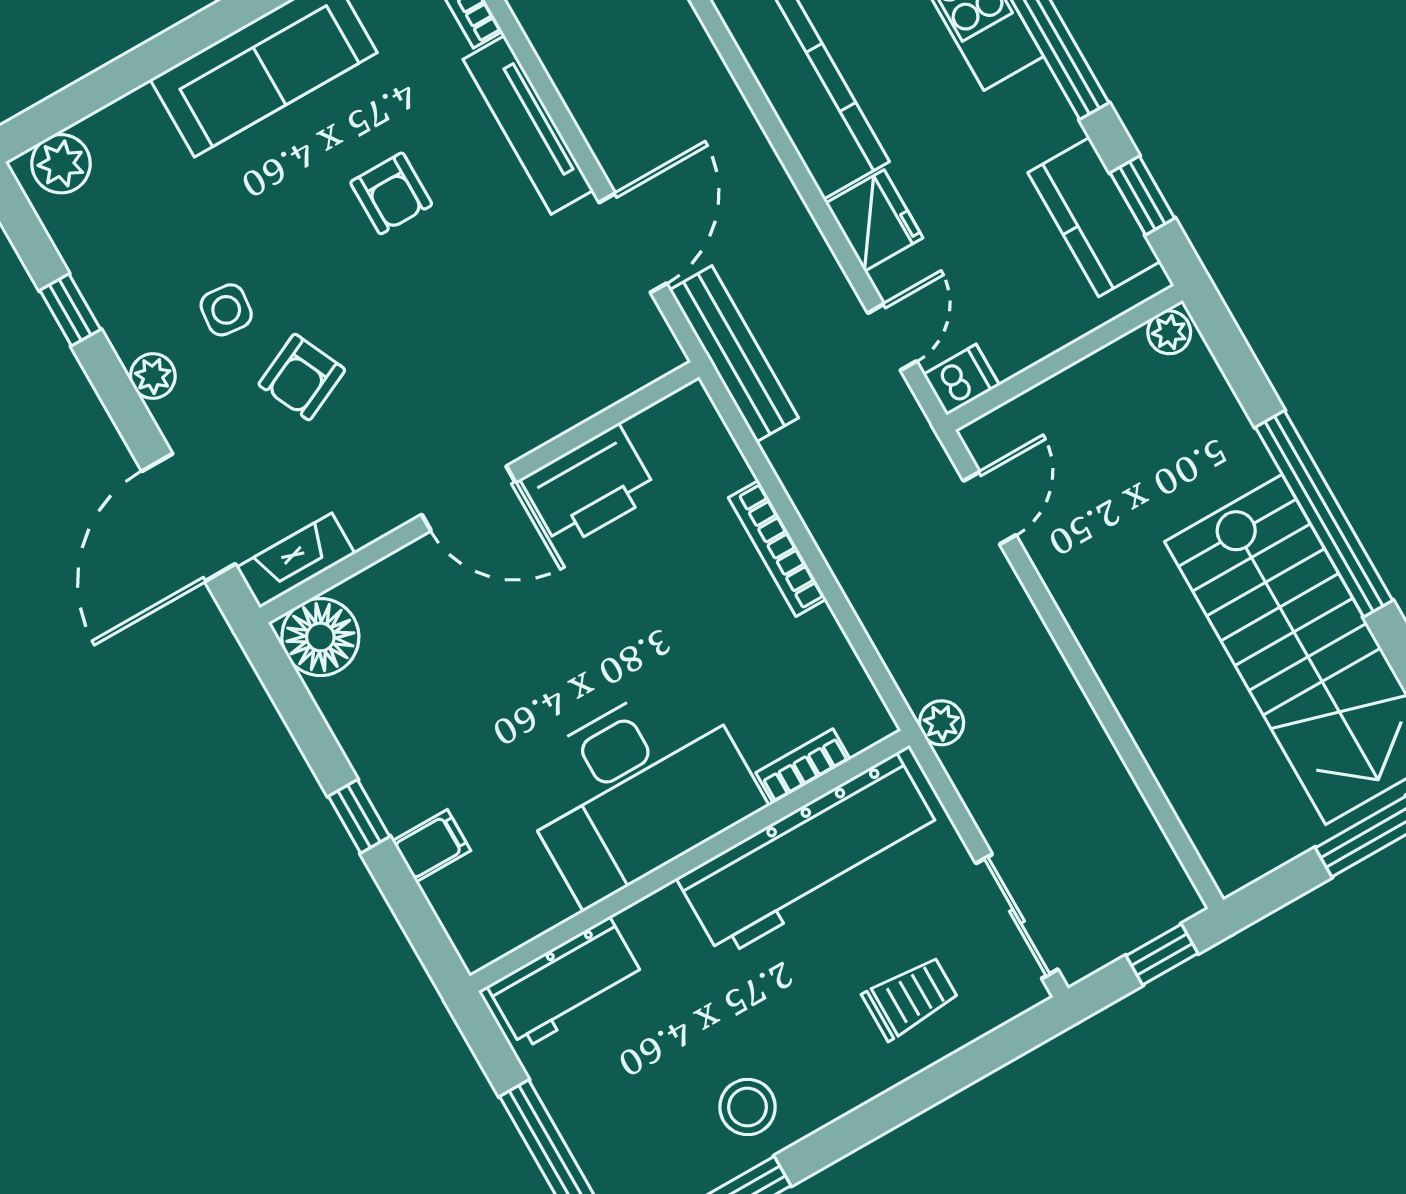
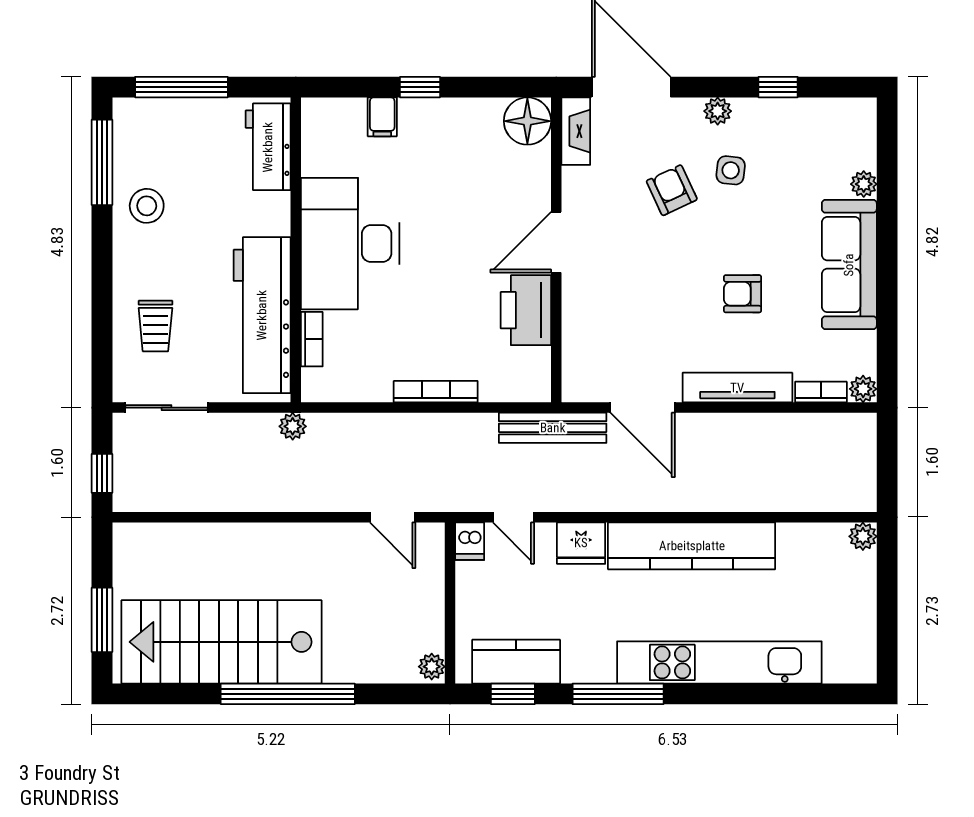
plant: (61, 164) -> (864, 184), moved, width x0.73, depth x0.73

